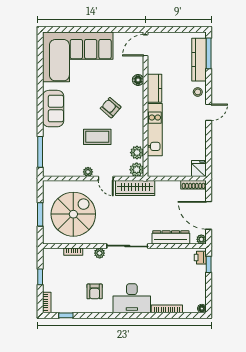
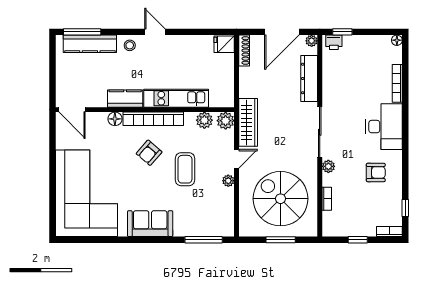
bookcase: (138, 111) -> (153, 119), added

